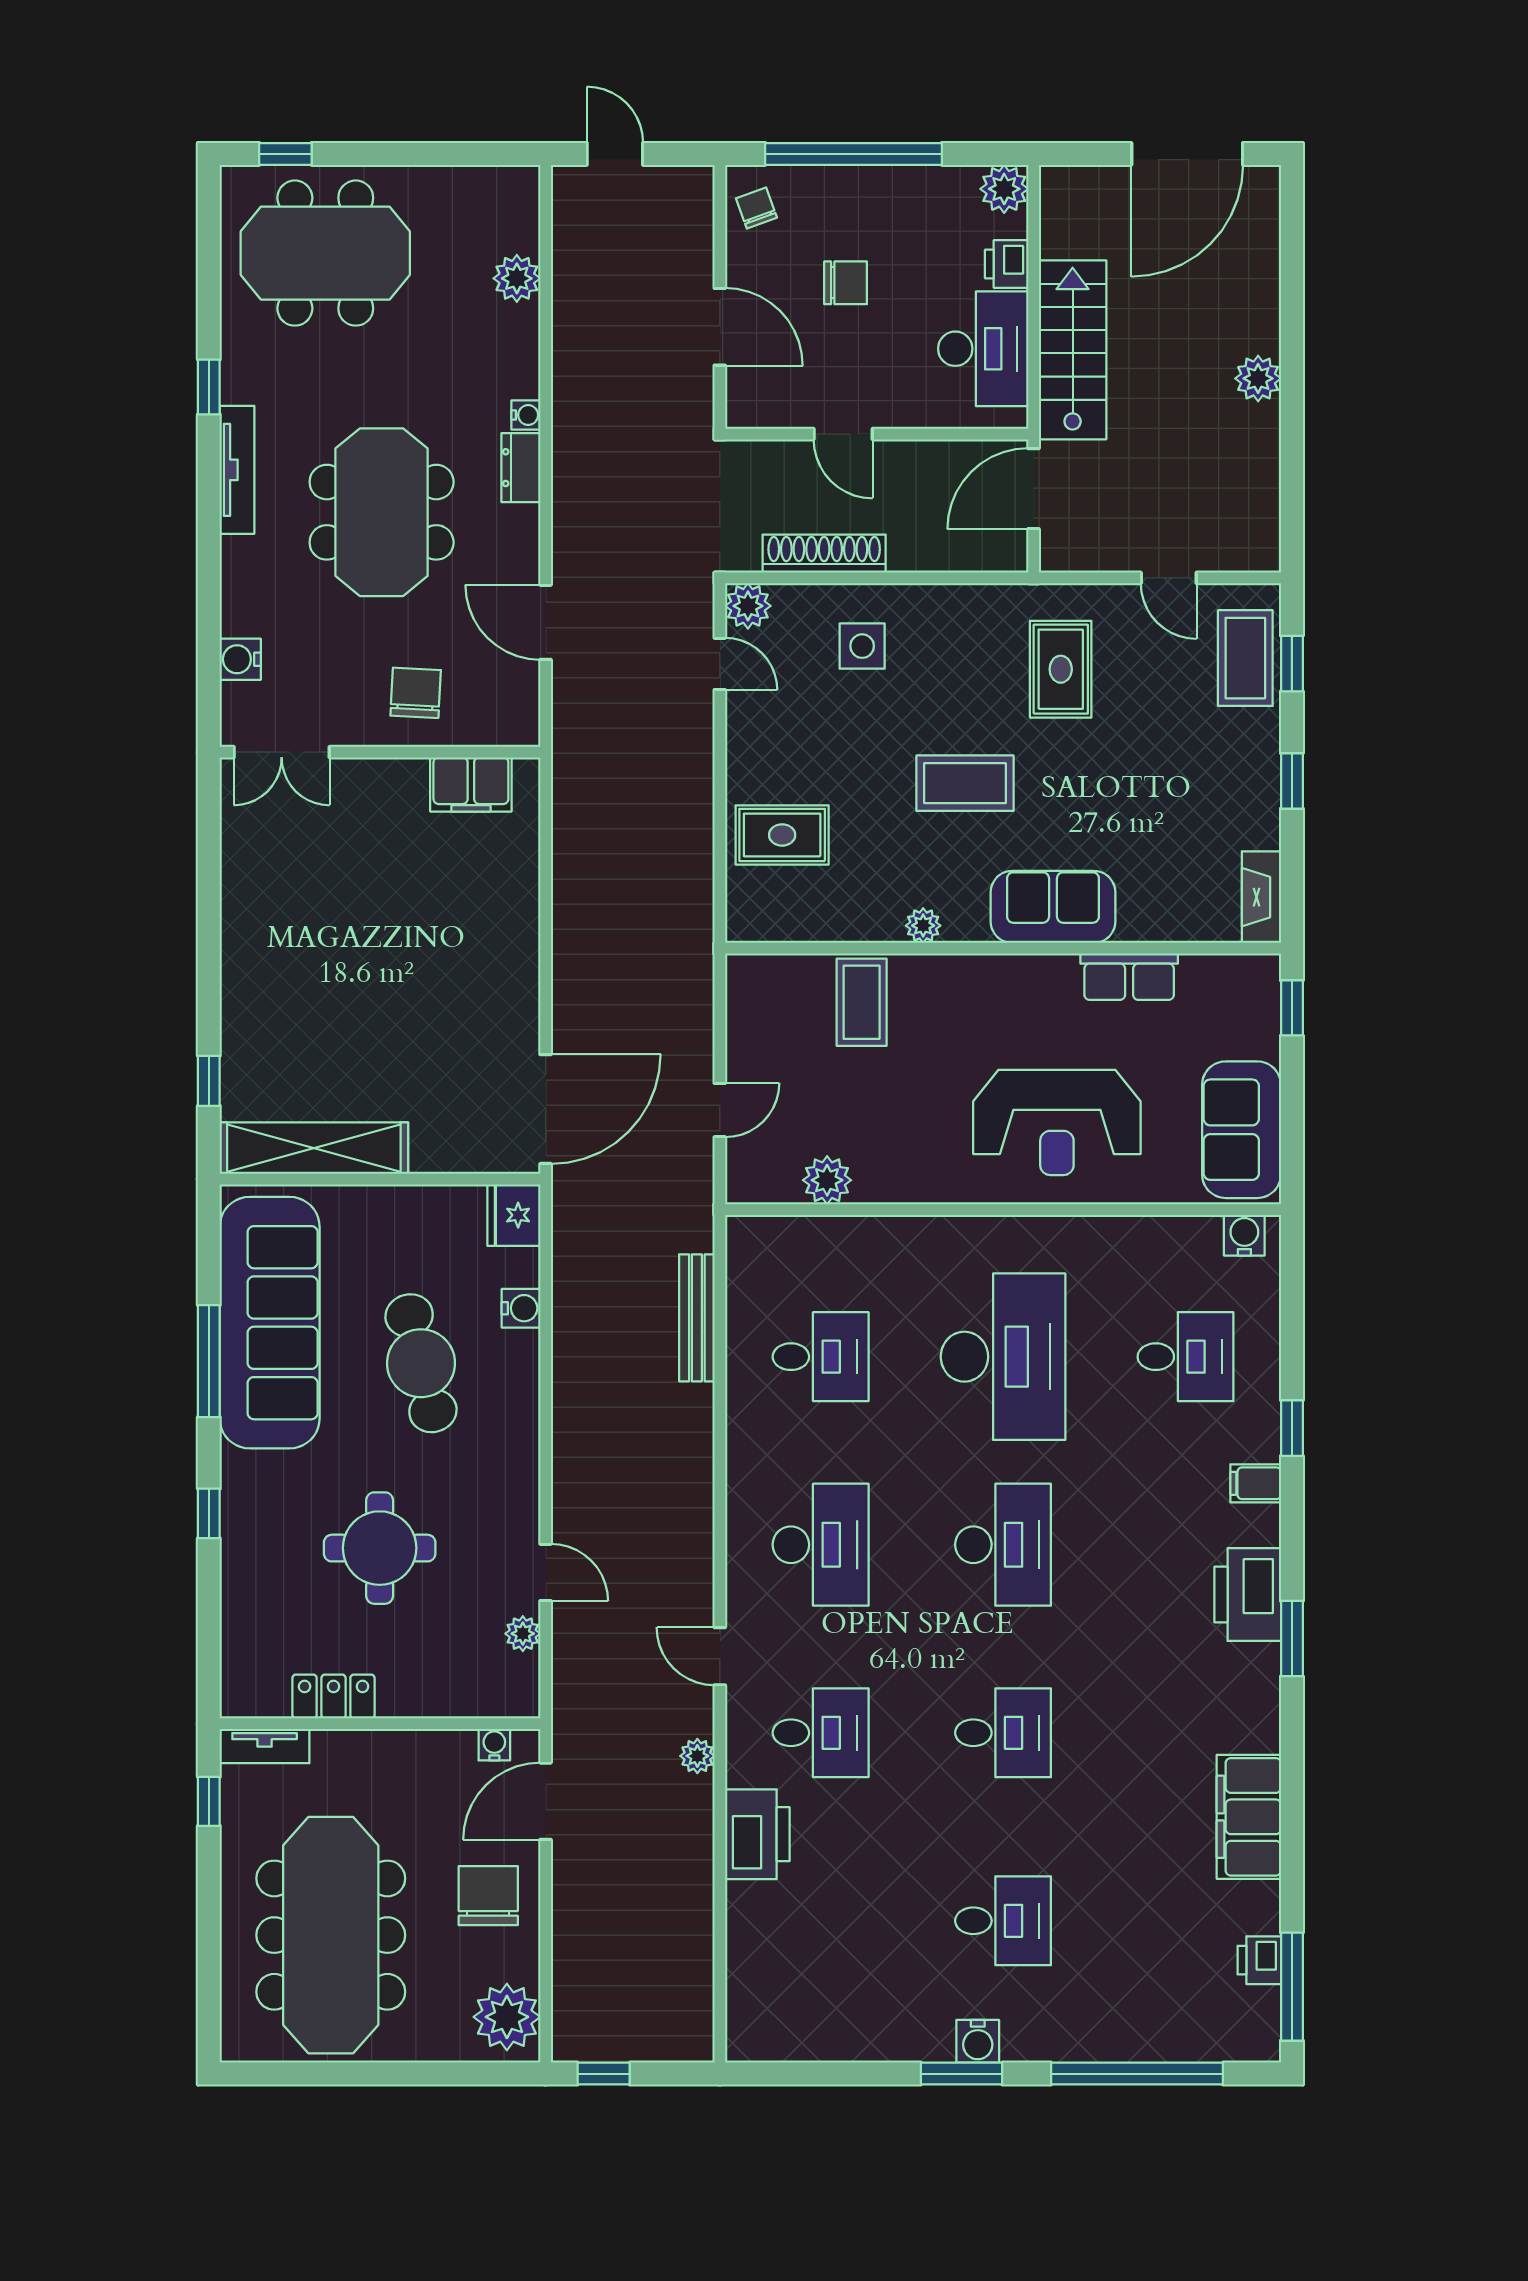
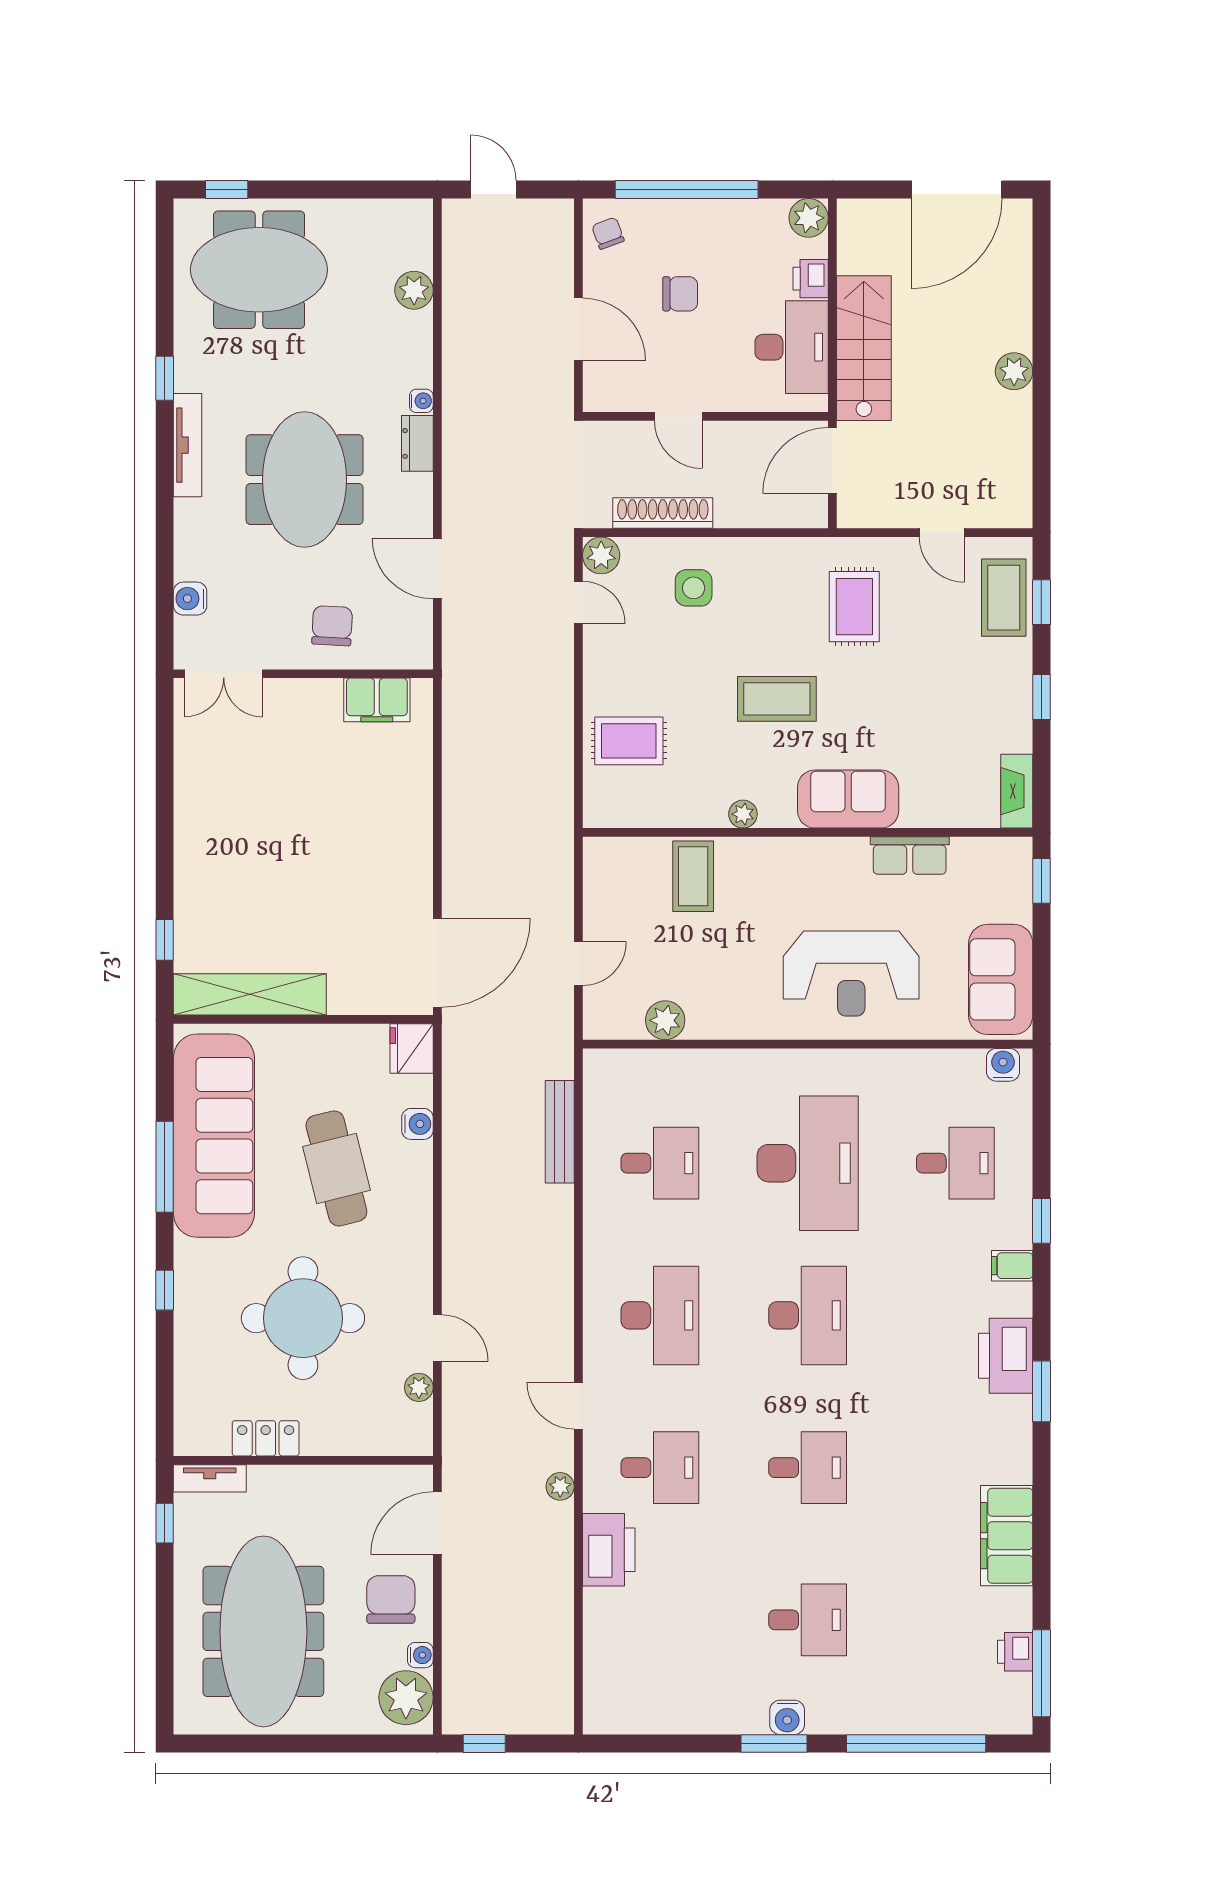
round table: (380, 1548) -> (303, 1318), width x1.36, depth x1.36
water cooler: (494, 1745) -> (420, 1655), moved, turned 90

